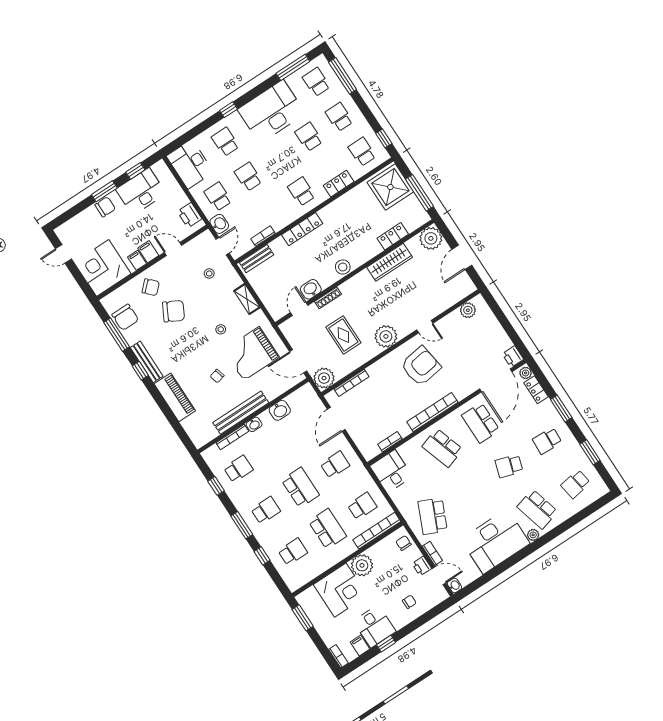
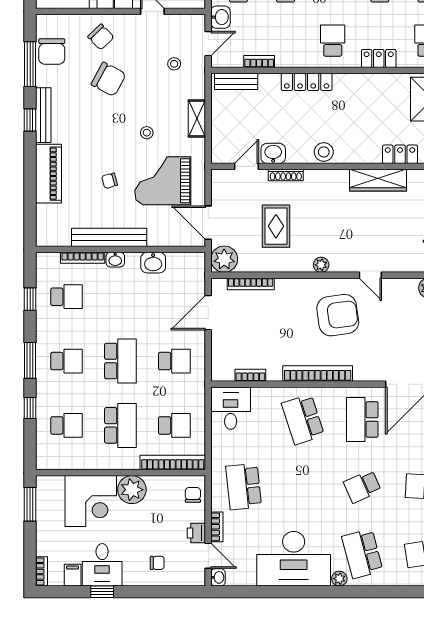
plant: (386, 336) -> (321, 265), width x0.53, depth x0.53
school desk: (509, 466) -> (362, 487), turned -42
school desk: (433, 516) -> (244, 487), turned -30

